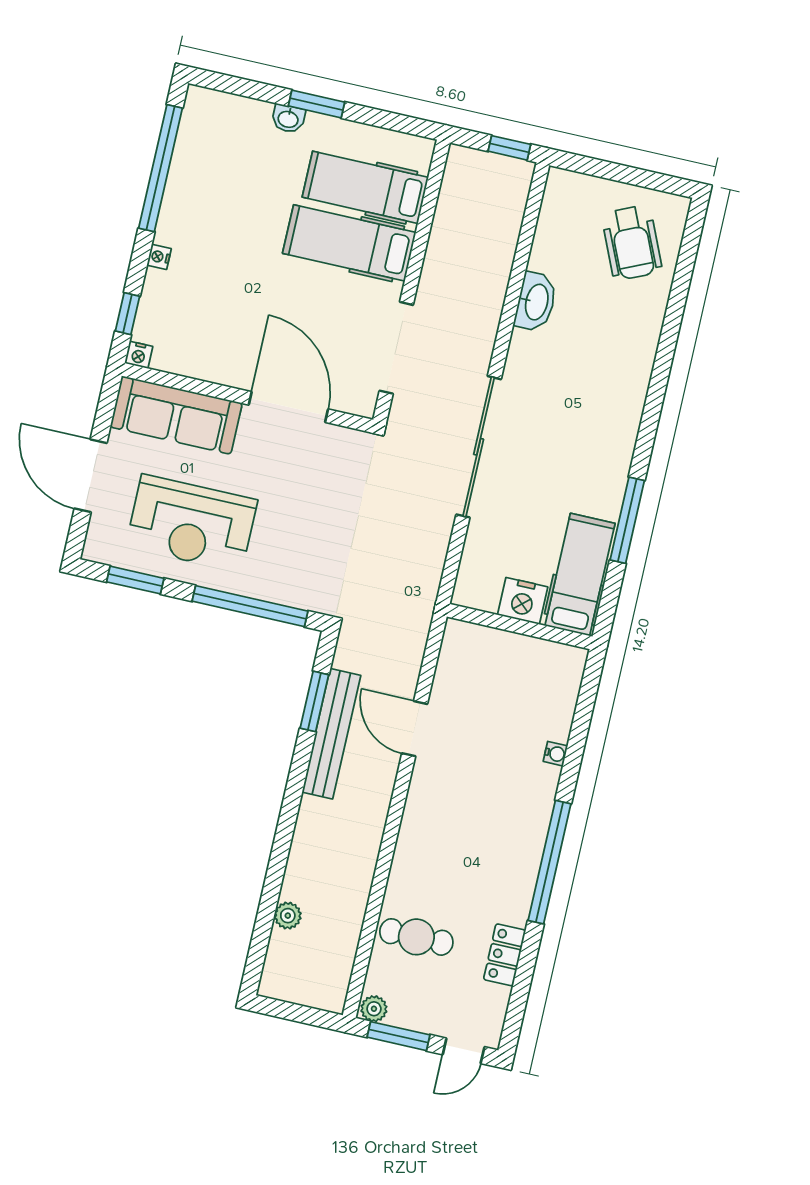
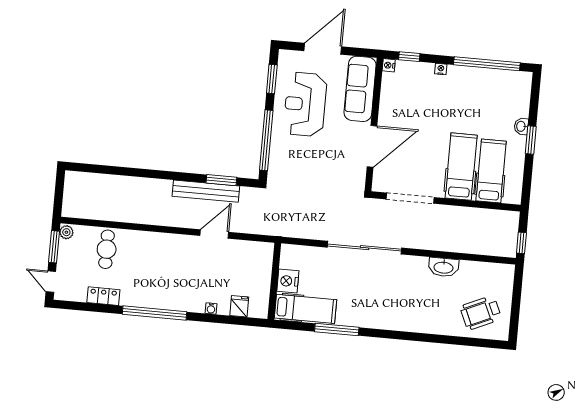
fridge: (558, 699) -> (239, 306), added
plant: (288, 916) -> (109, 181), removed

